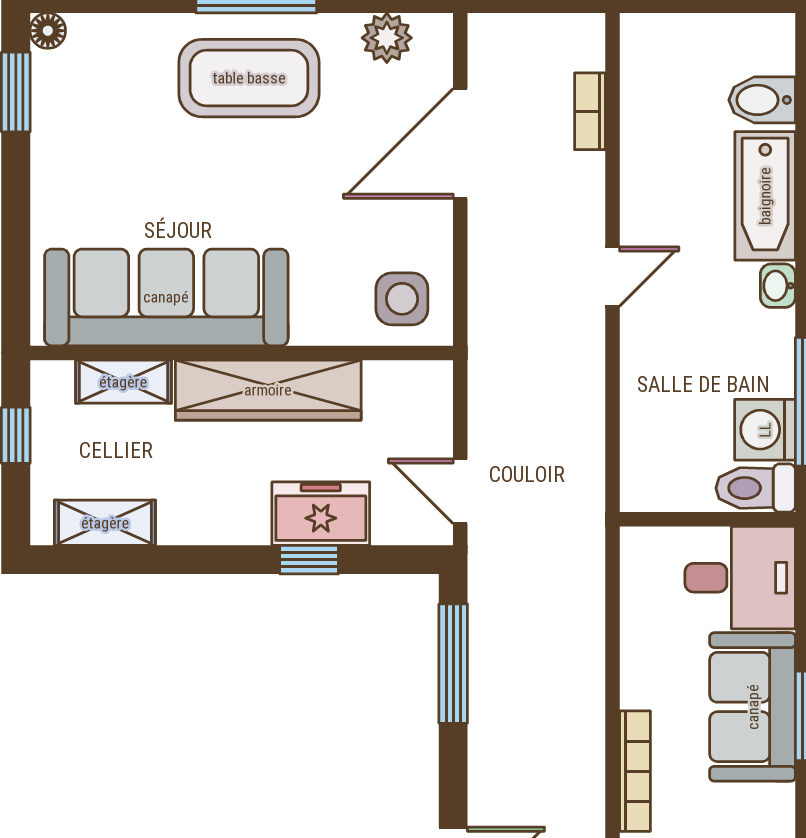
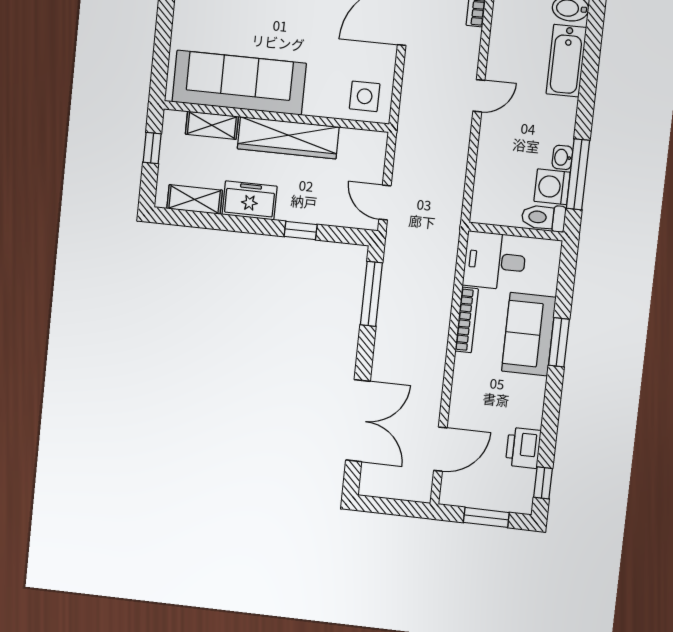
washbasin: (778, 286) -> (562, 157), moved
freezer: (321, 514) -> (250, 200), moved
desk: (740, 578) -> (495, 261), moved, turned 180
bookcase: (635, 771) -> (467, 320), moved

